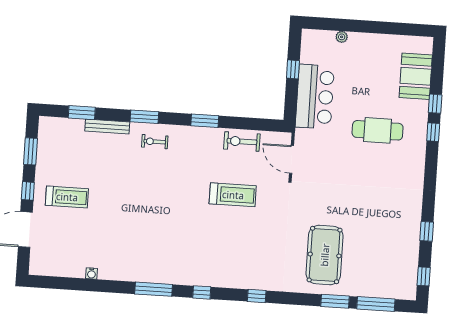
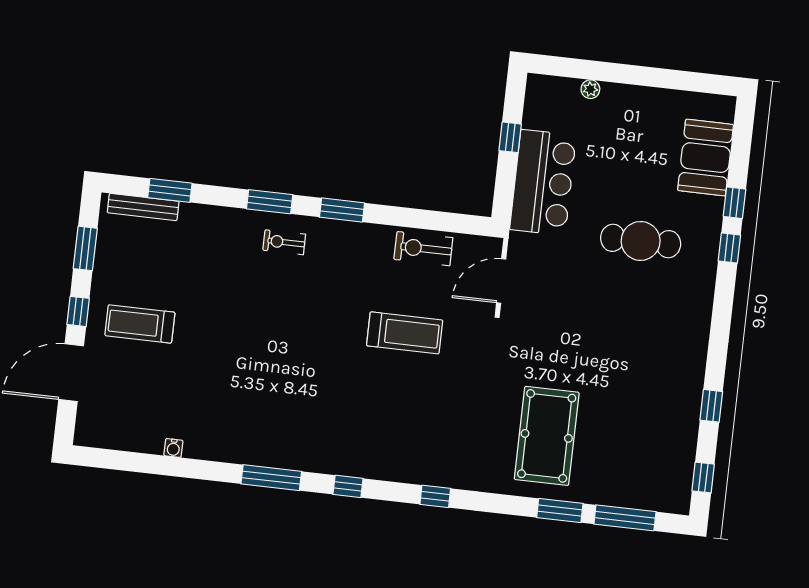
window: (205, 121) -> (342, 210), moved
bench: (107, 127) -> (143, 207), moved
door: (291, 159) -> (501, 281), hinge flipped
treadmill: (67, 197) -> (140, 324), turned 180

